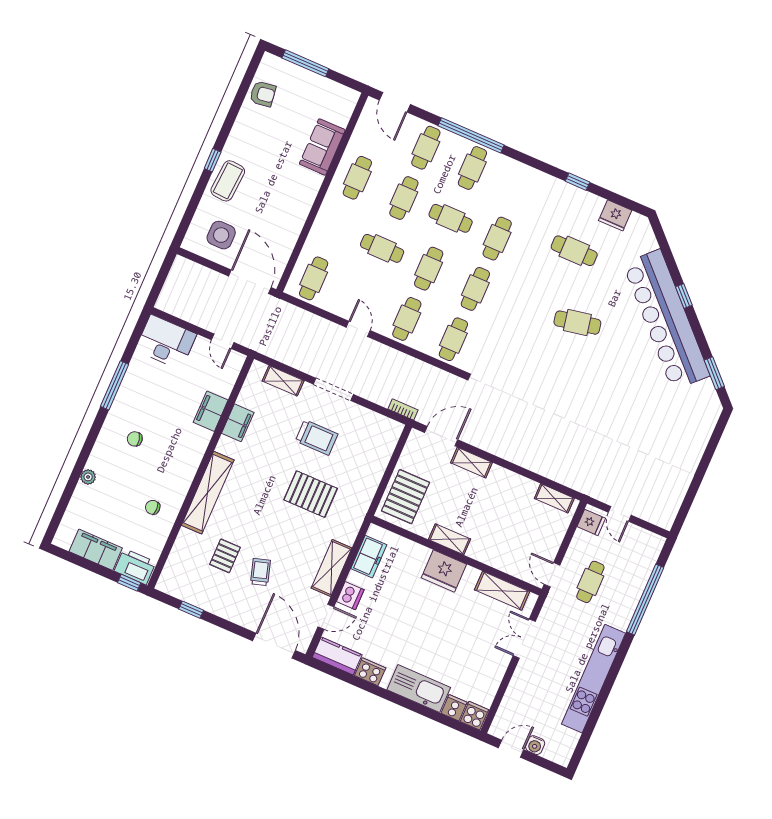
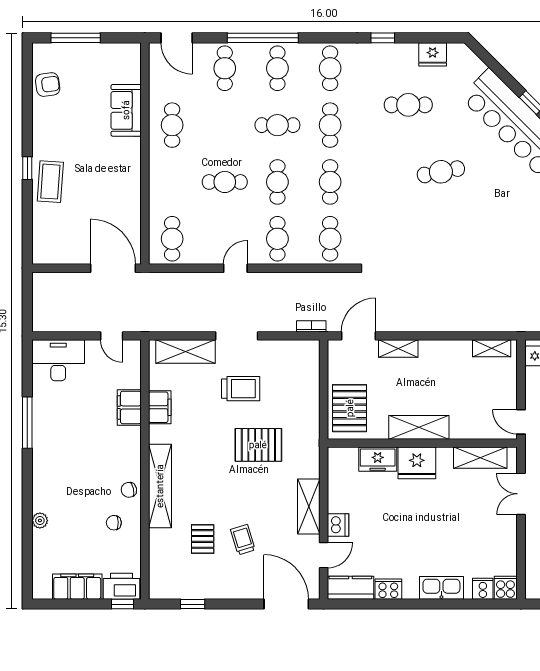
cafe table: (404, 198) -> (330, 68), moved
side table: (221, 235) -> (66, 236), removed
door: (358, 329) -> (235, 268), hinge flipped
shelving: (283, 381) -> (185, 352), width x1.50, depth x1.33
chair: (135, 439) -> (129, 490), moved
shelving: (450, 539) -> (419, 427), width x1.50, depth x1.33
freezer: (369, 557) -> (378, 459), moved, turned 90
kitchen sink: (419, 689) -> (441, 588), width x0.73, depth x0.81

